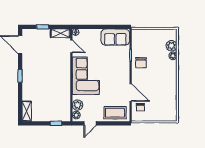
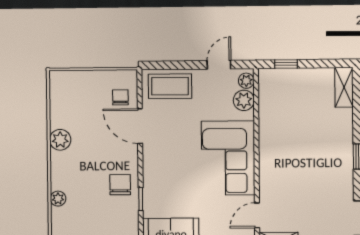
door: (71, 46) -> (257, 215), hinge flipped
plant: (171, 46) -> (60, 140), moved

